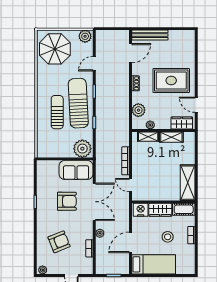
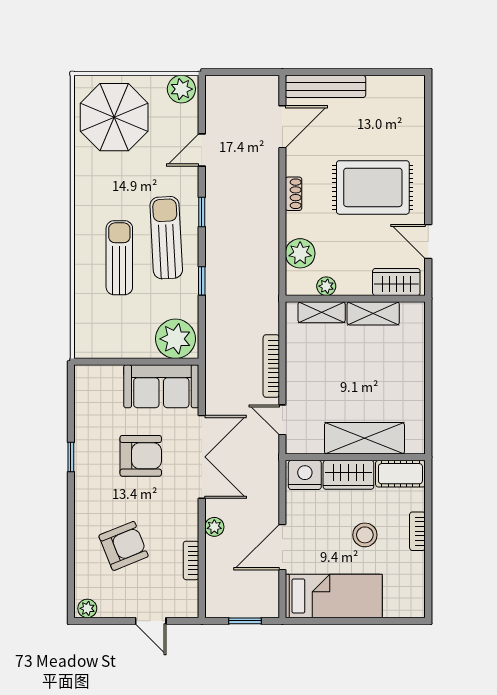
sun lounger: (78, 103) -> (166, 238), width x0.73, depth x0.75
shelving: (188, 183) -> (364, 438), moved, turned 90

